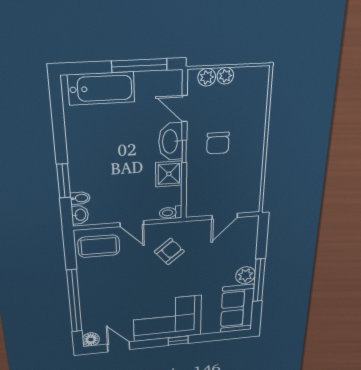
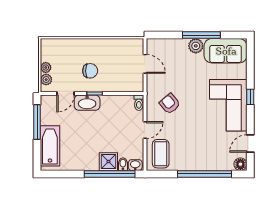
shower: (169, 174) -> (108, 162), moved
window: (64, 181) -> (110, 174), width x2.11

